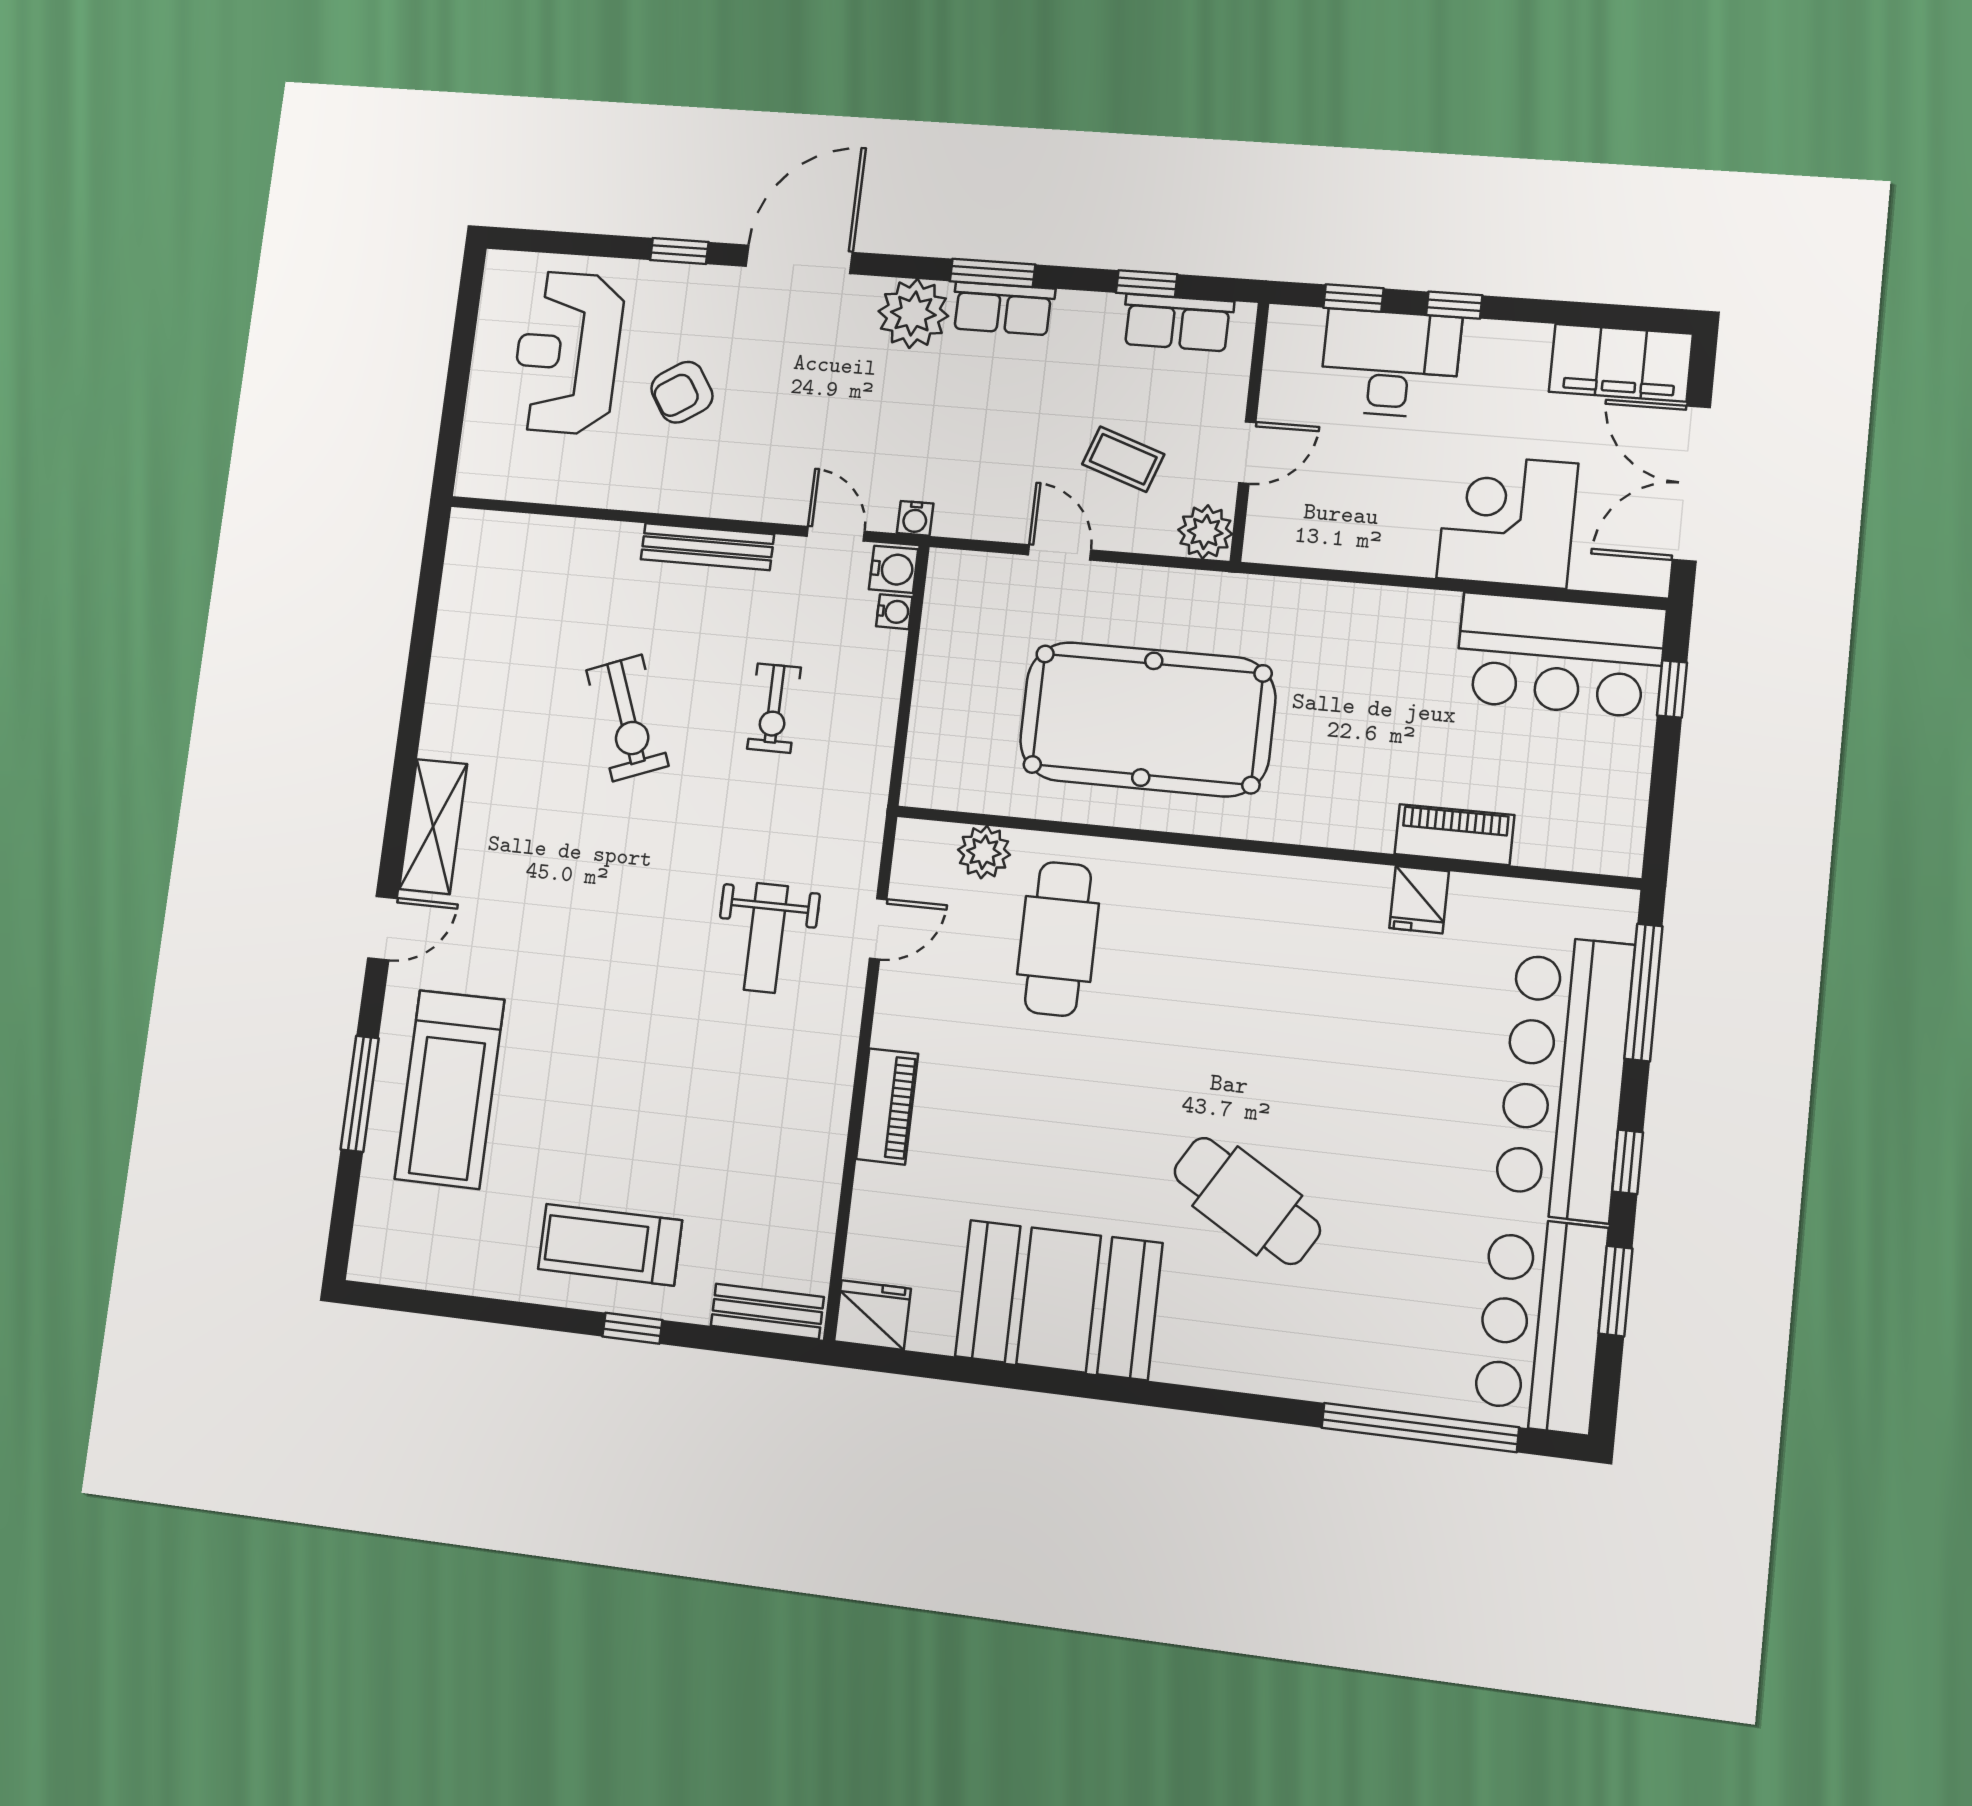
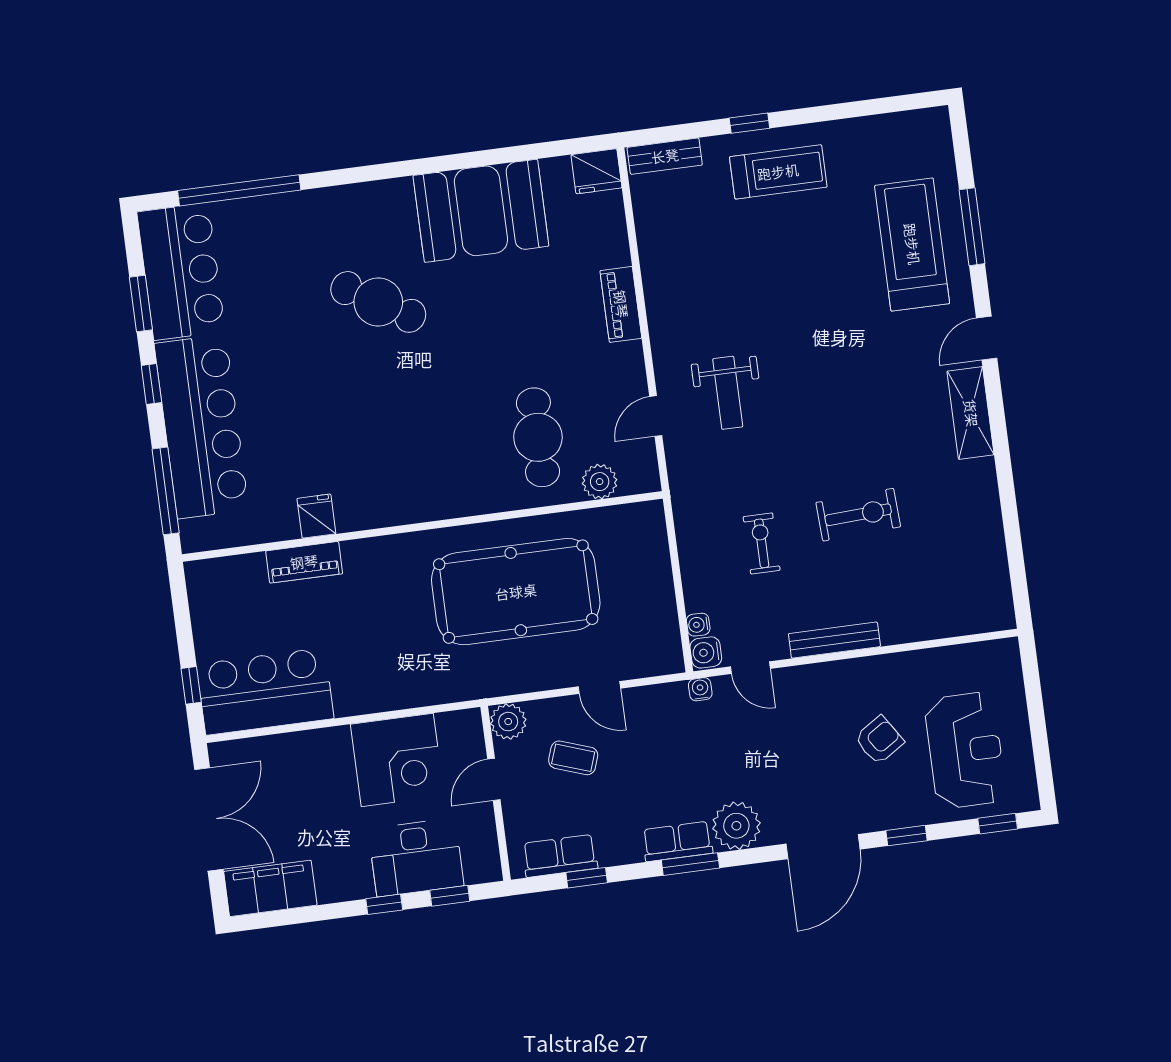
window: (550, 242) -> (998, 824), added
corner desk: (1507, 521) -> (397, 760), moved
exercise bike: (627, 718) -> (858, 515), turned 108
weight bench: (766, 938) -> (728, 393), turned 180

